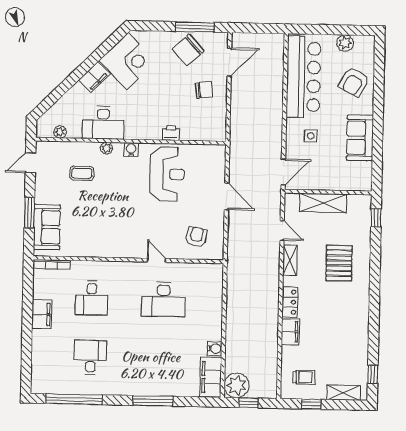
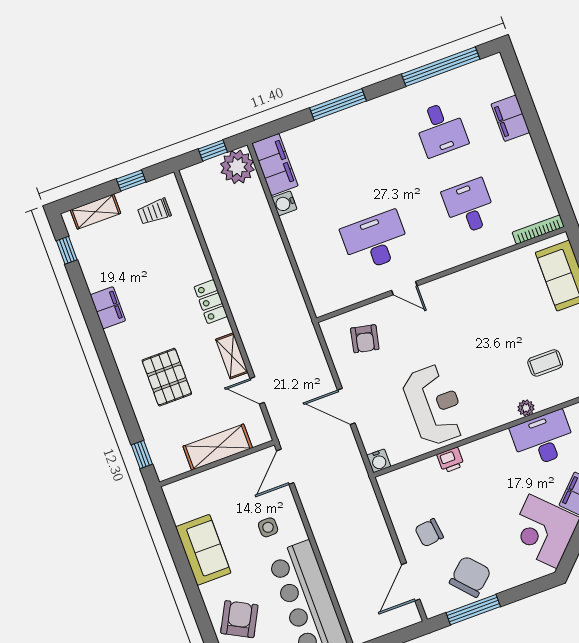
water cooler: (131, 150) -> (379, 461), moved
reception desk: (167, 174) -> (434, 405), turned 180
filing cabinet: (42, 314) -> (510, 118), moved
filing cabinet: (290, 332) -> (108, 308), moved, turned 180

